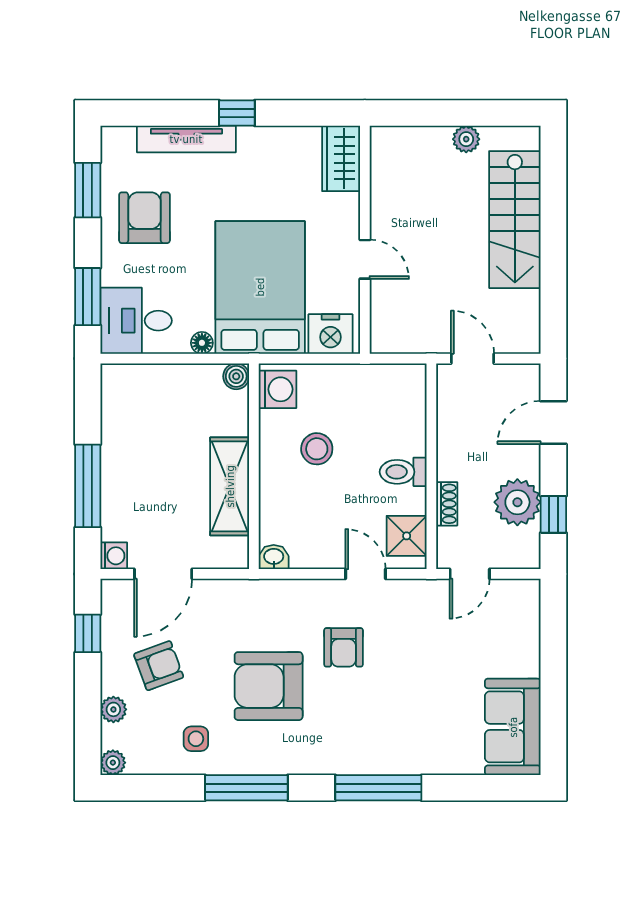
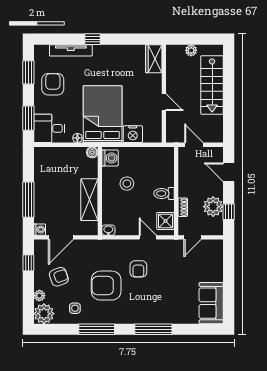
wardrobe: (341, 158) -> (154, 59), moved
wall: (365, 240) -> (164, 94), moved
door: (365, 259) -> (164, 102), moved
door: (553, 422) -> (229, 172), hinge flipped
plant: (113, 763) -> (44, 314), width x1.88, depth x1.88

